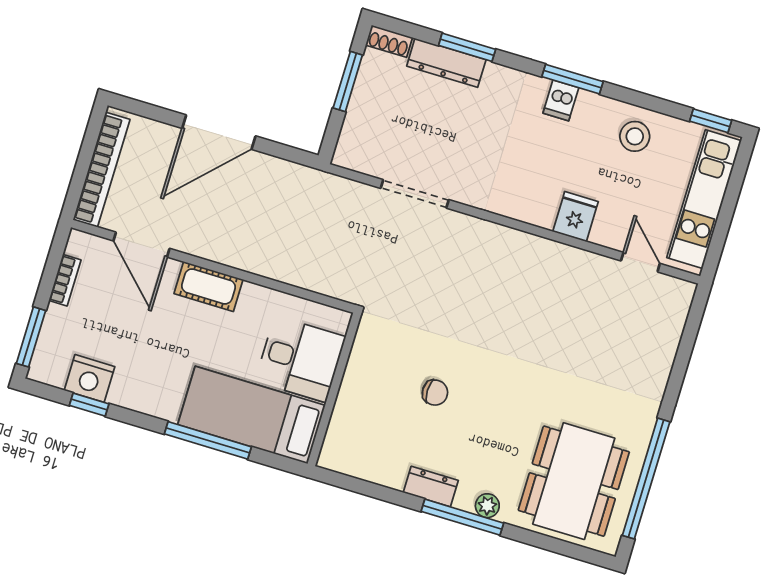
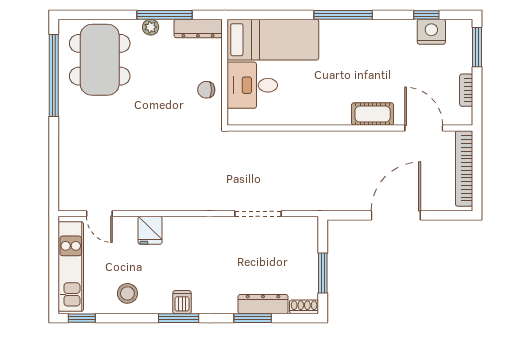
desk: (300, 359) -> (252, 85), moved
wall: (334, 389) -> (225, 72), moved
bed: (251, 415) -> (273, 40), moved
dresser: (431, 487) -> (198, 28), width x1.44

